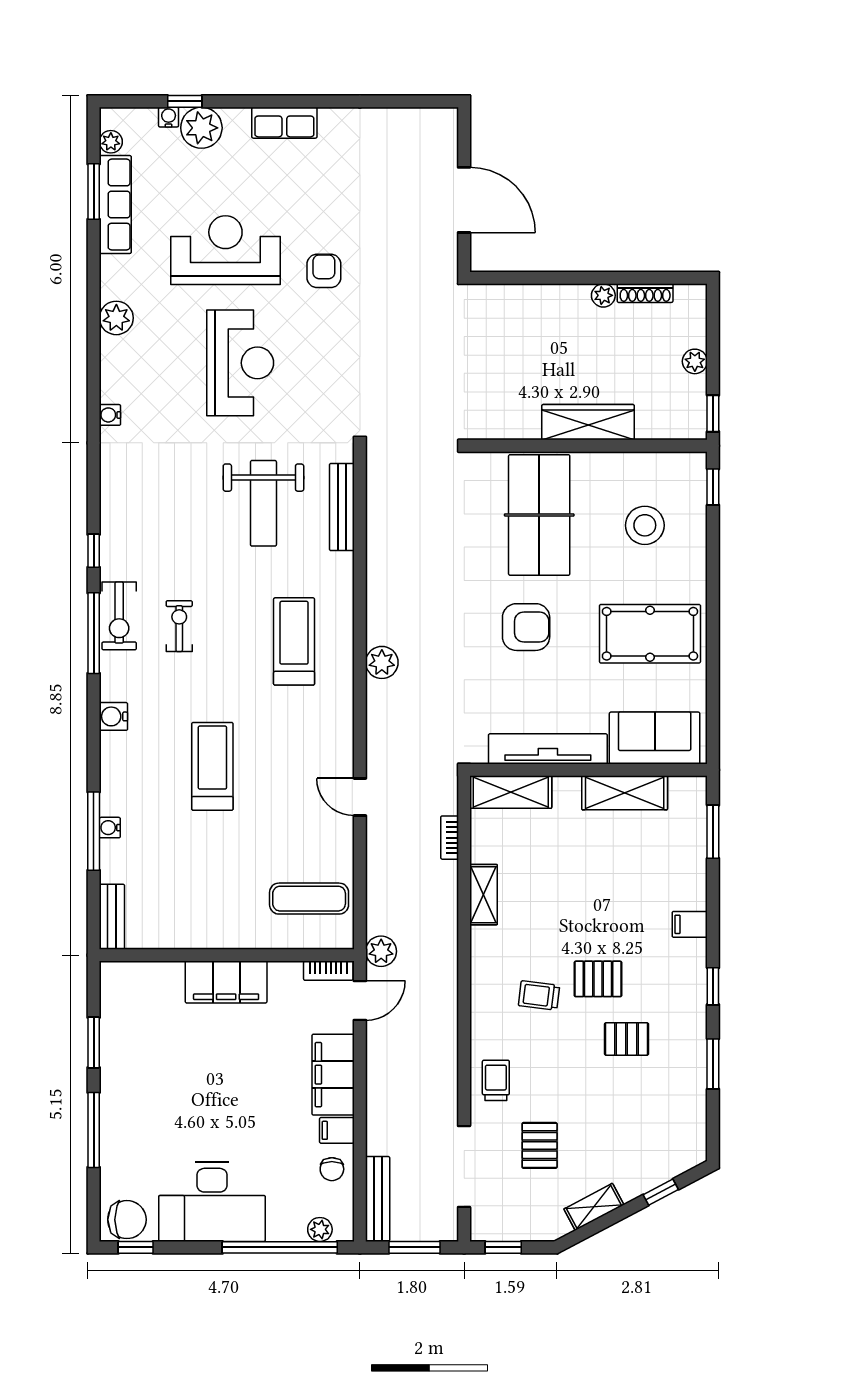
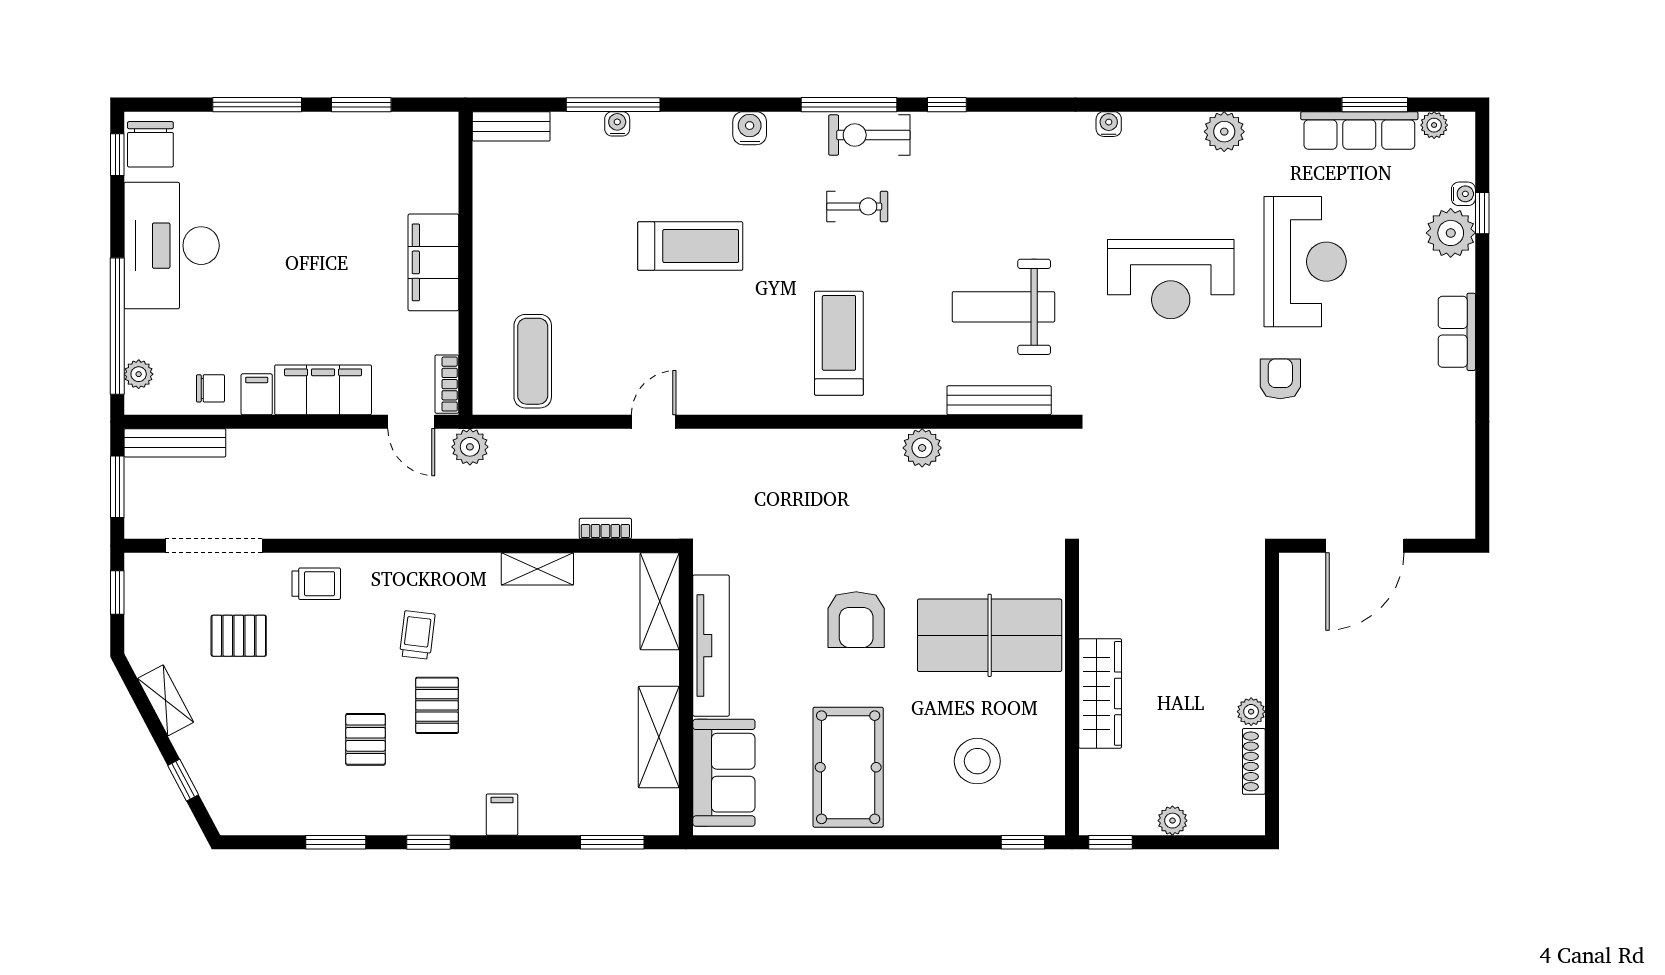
armchair: (324, 271) -> (1280, 379), turned -90
treadmill: (294, 641) -> (839, 343), turned -90
plant: (382, 662) -> (922, 448), moved
chair: (332, 1169) -> (210, 388), turned 180

